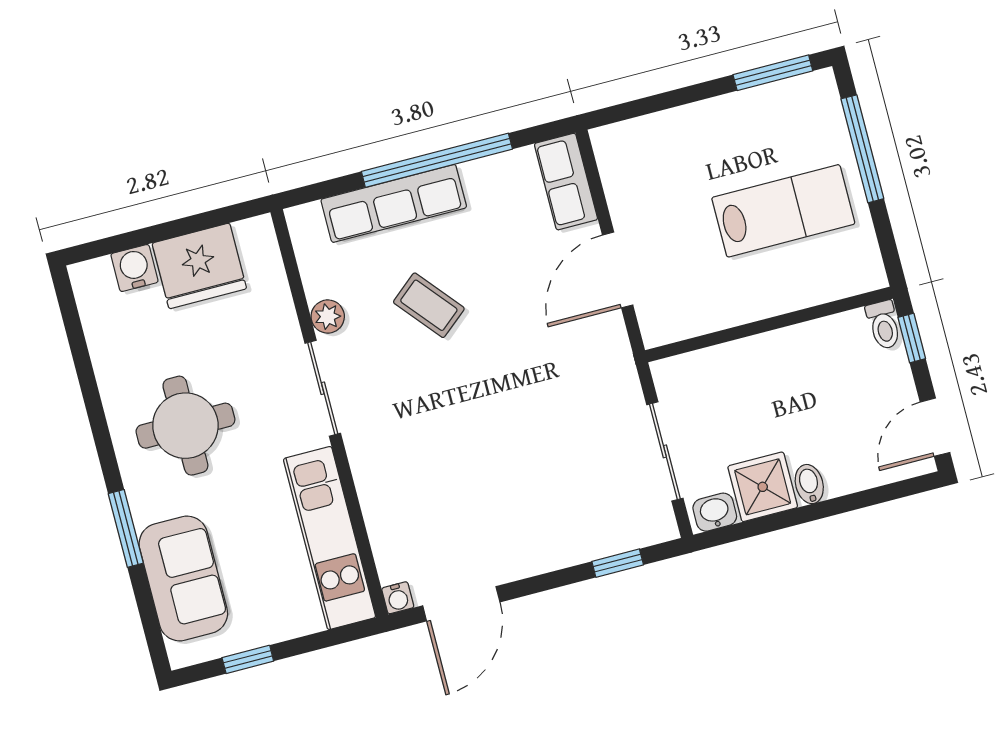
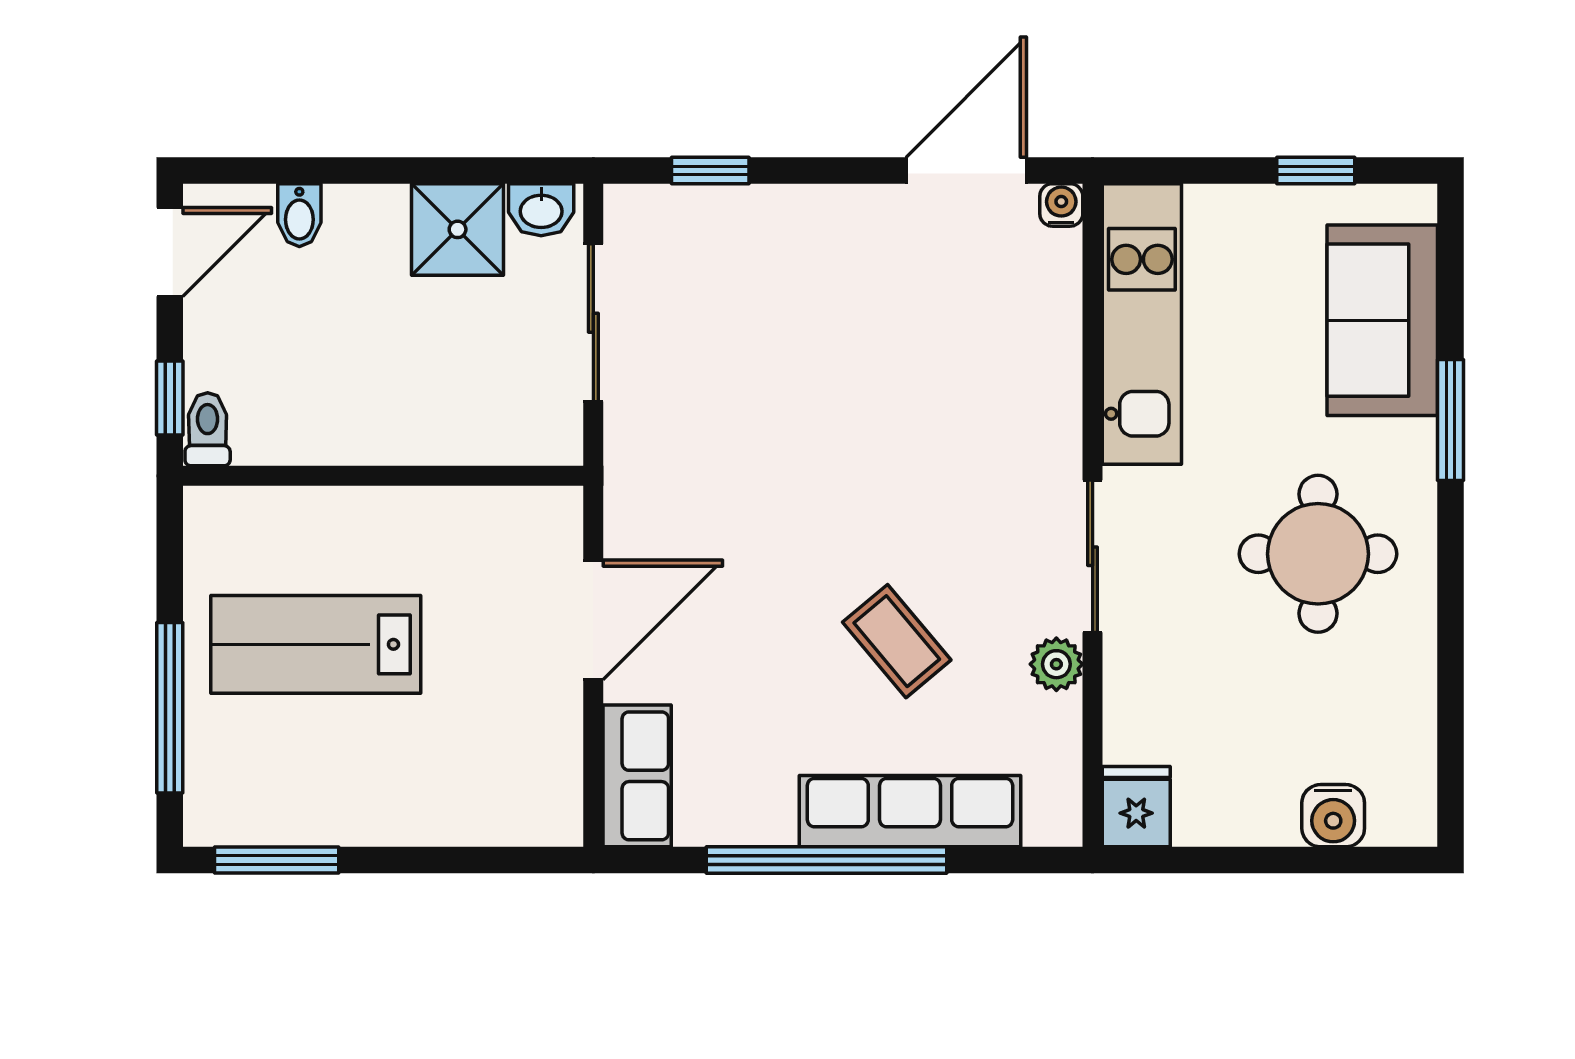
fridge: (199, 266) -> (1136, 807), moved, width x0.53, depth x0.75
bidet: (809, 484) -> (299, 215), moved

